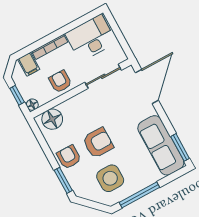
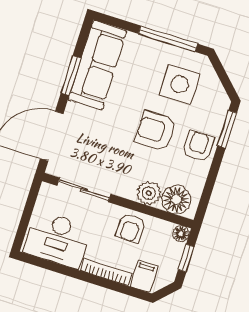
plant: (69, 108) -> (149, 193), added
window: (180, 147) -> (71, 76), moved
armchair: (69, 157) -> (198, 146), turned 180

